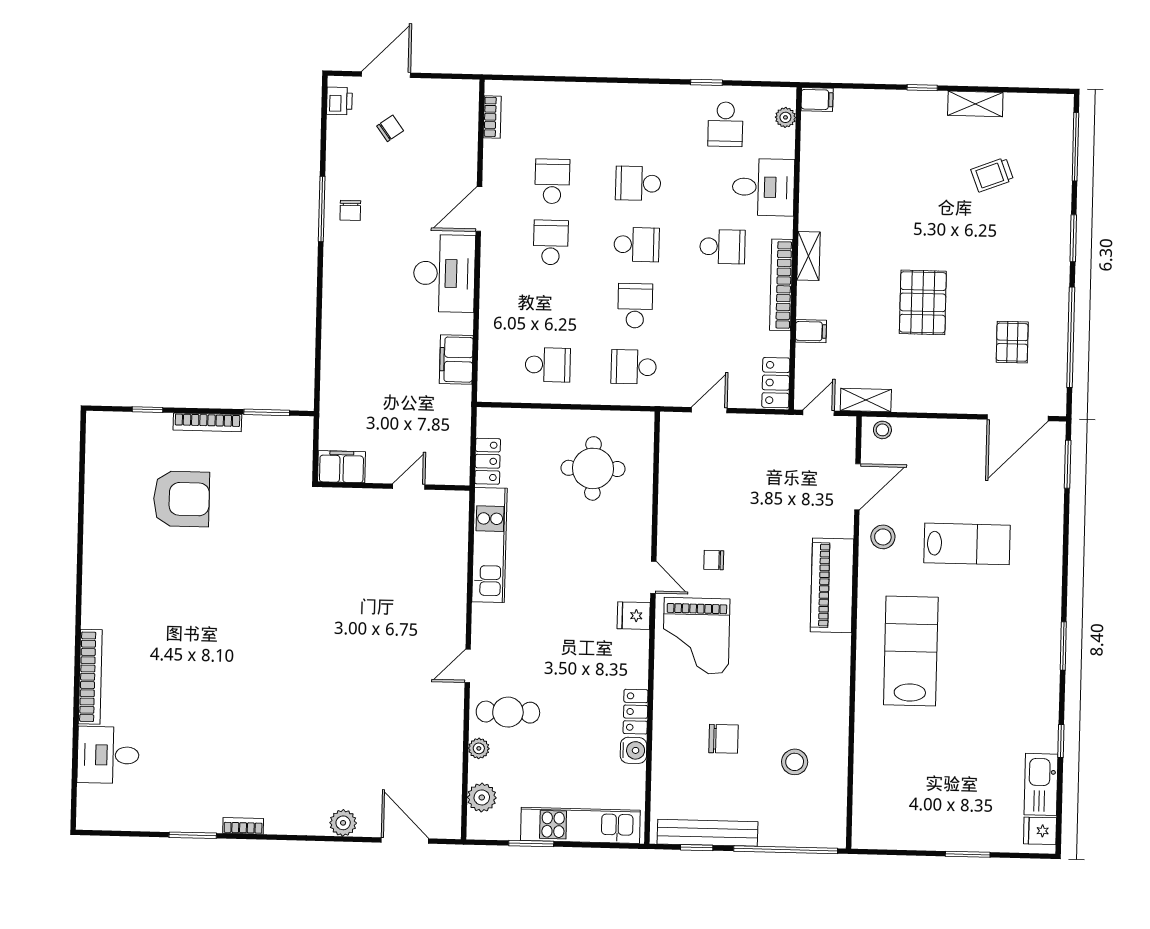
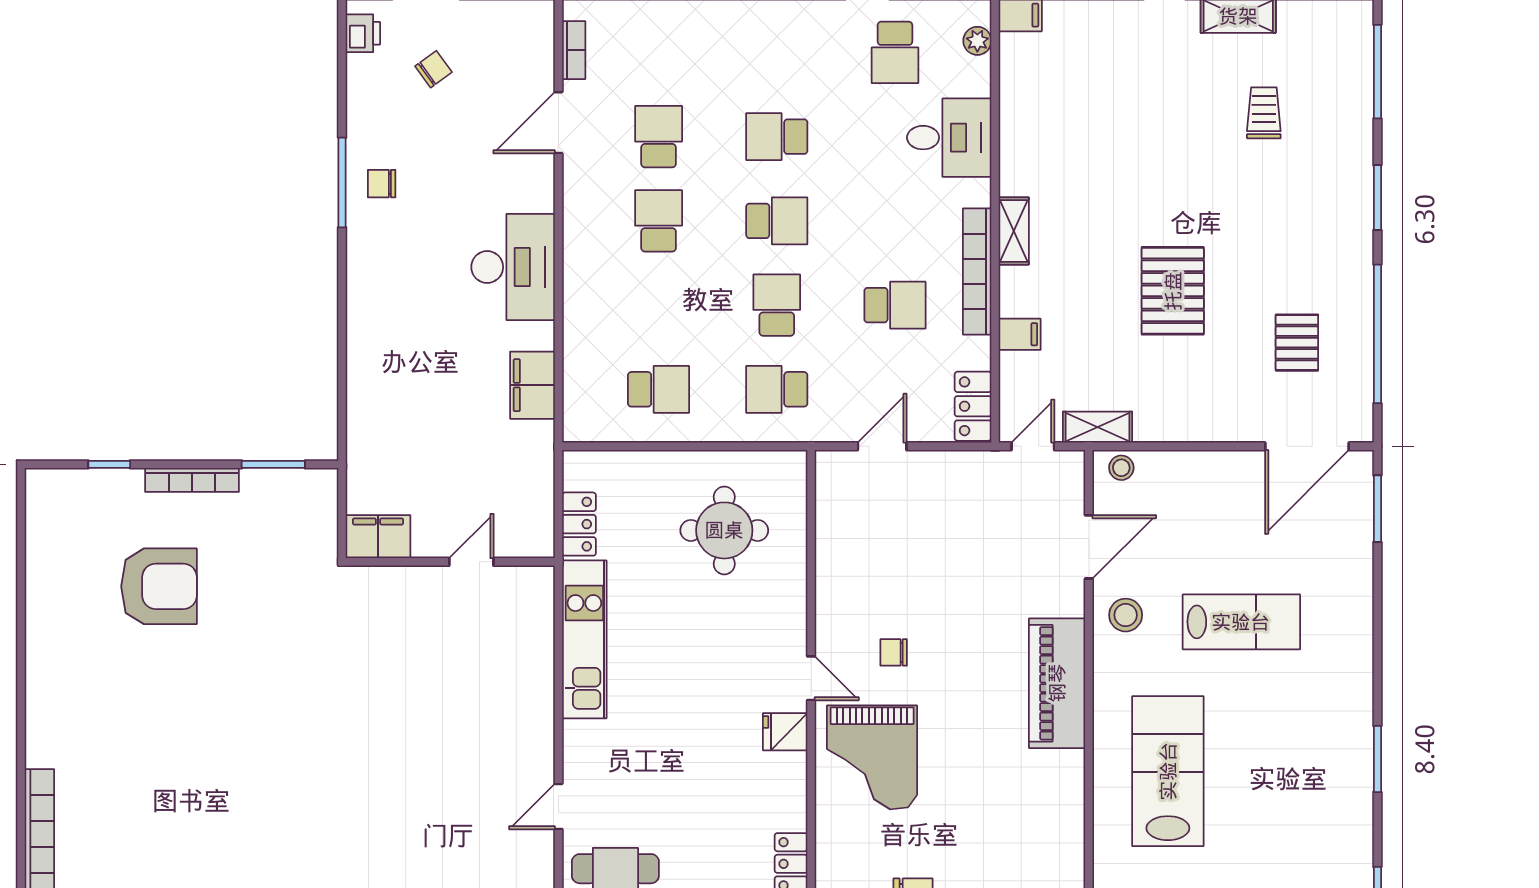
trolley: (992, 175) -> (1264, 113), turned 111
door: (479, 209) -> (558, 123), moved
chair: (350, 210) -> (382, 184), turned 90
school desk: (722, 247) -> (895, 305), moved

